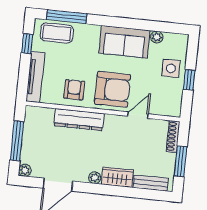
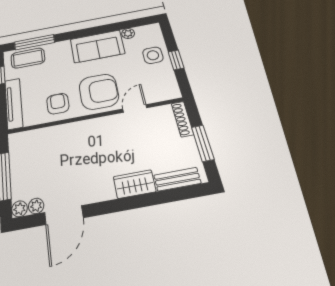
dresser: (79, 120) -> (71, 132), removed
plant: (95, 178) -> (36, 206), moved

